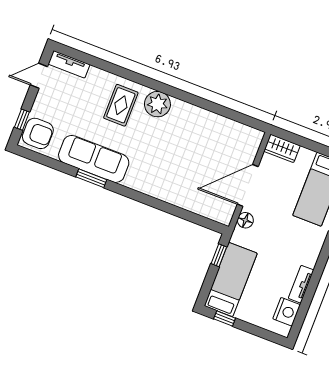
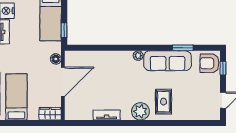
tv unit: (69, 64) -> (107, 115), moved
window: (91, 178) -> (183, 48), moved
plant: (131, 182) -> (138, 56), added

